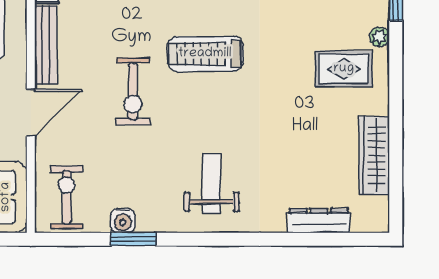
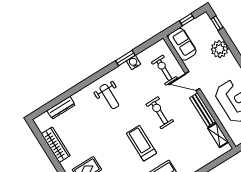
treadmill: (205, 54) -> (141, 143), turned -90
door: (31, 113) -> (192, 81), hinge flipped
exercise bike: (67, 197) -> (164, 70), moved, turned 180

